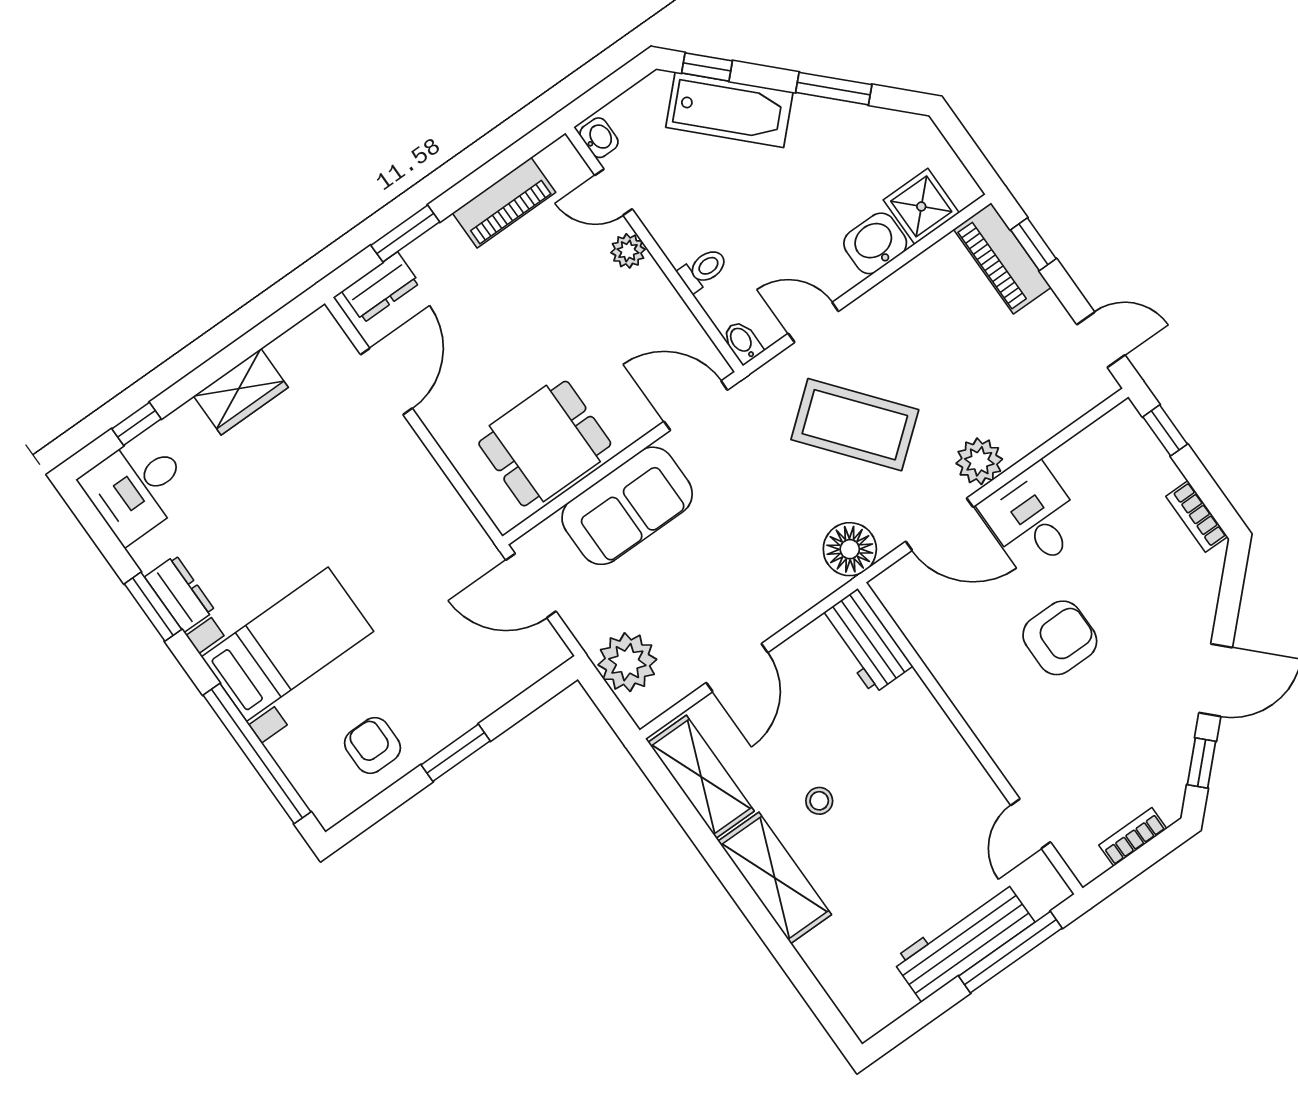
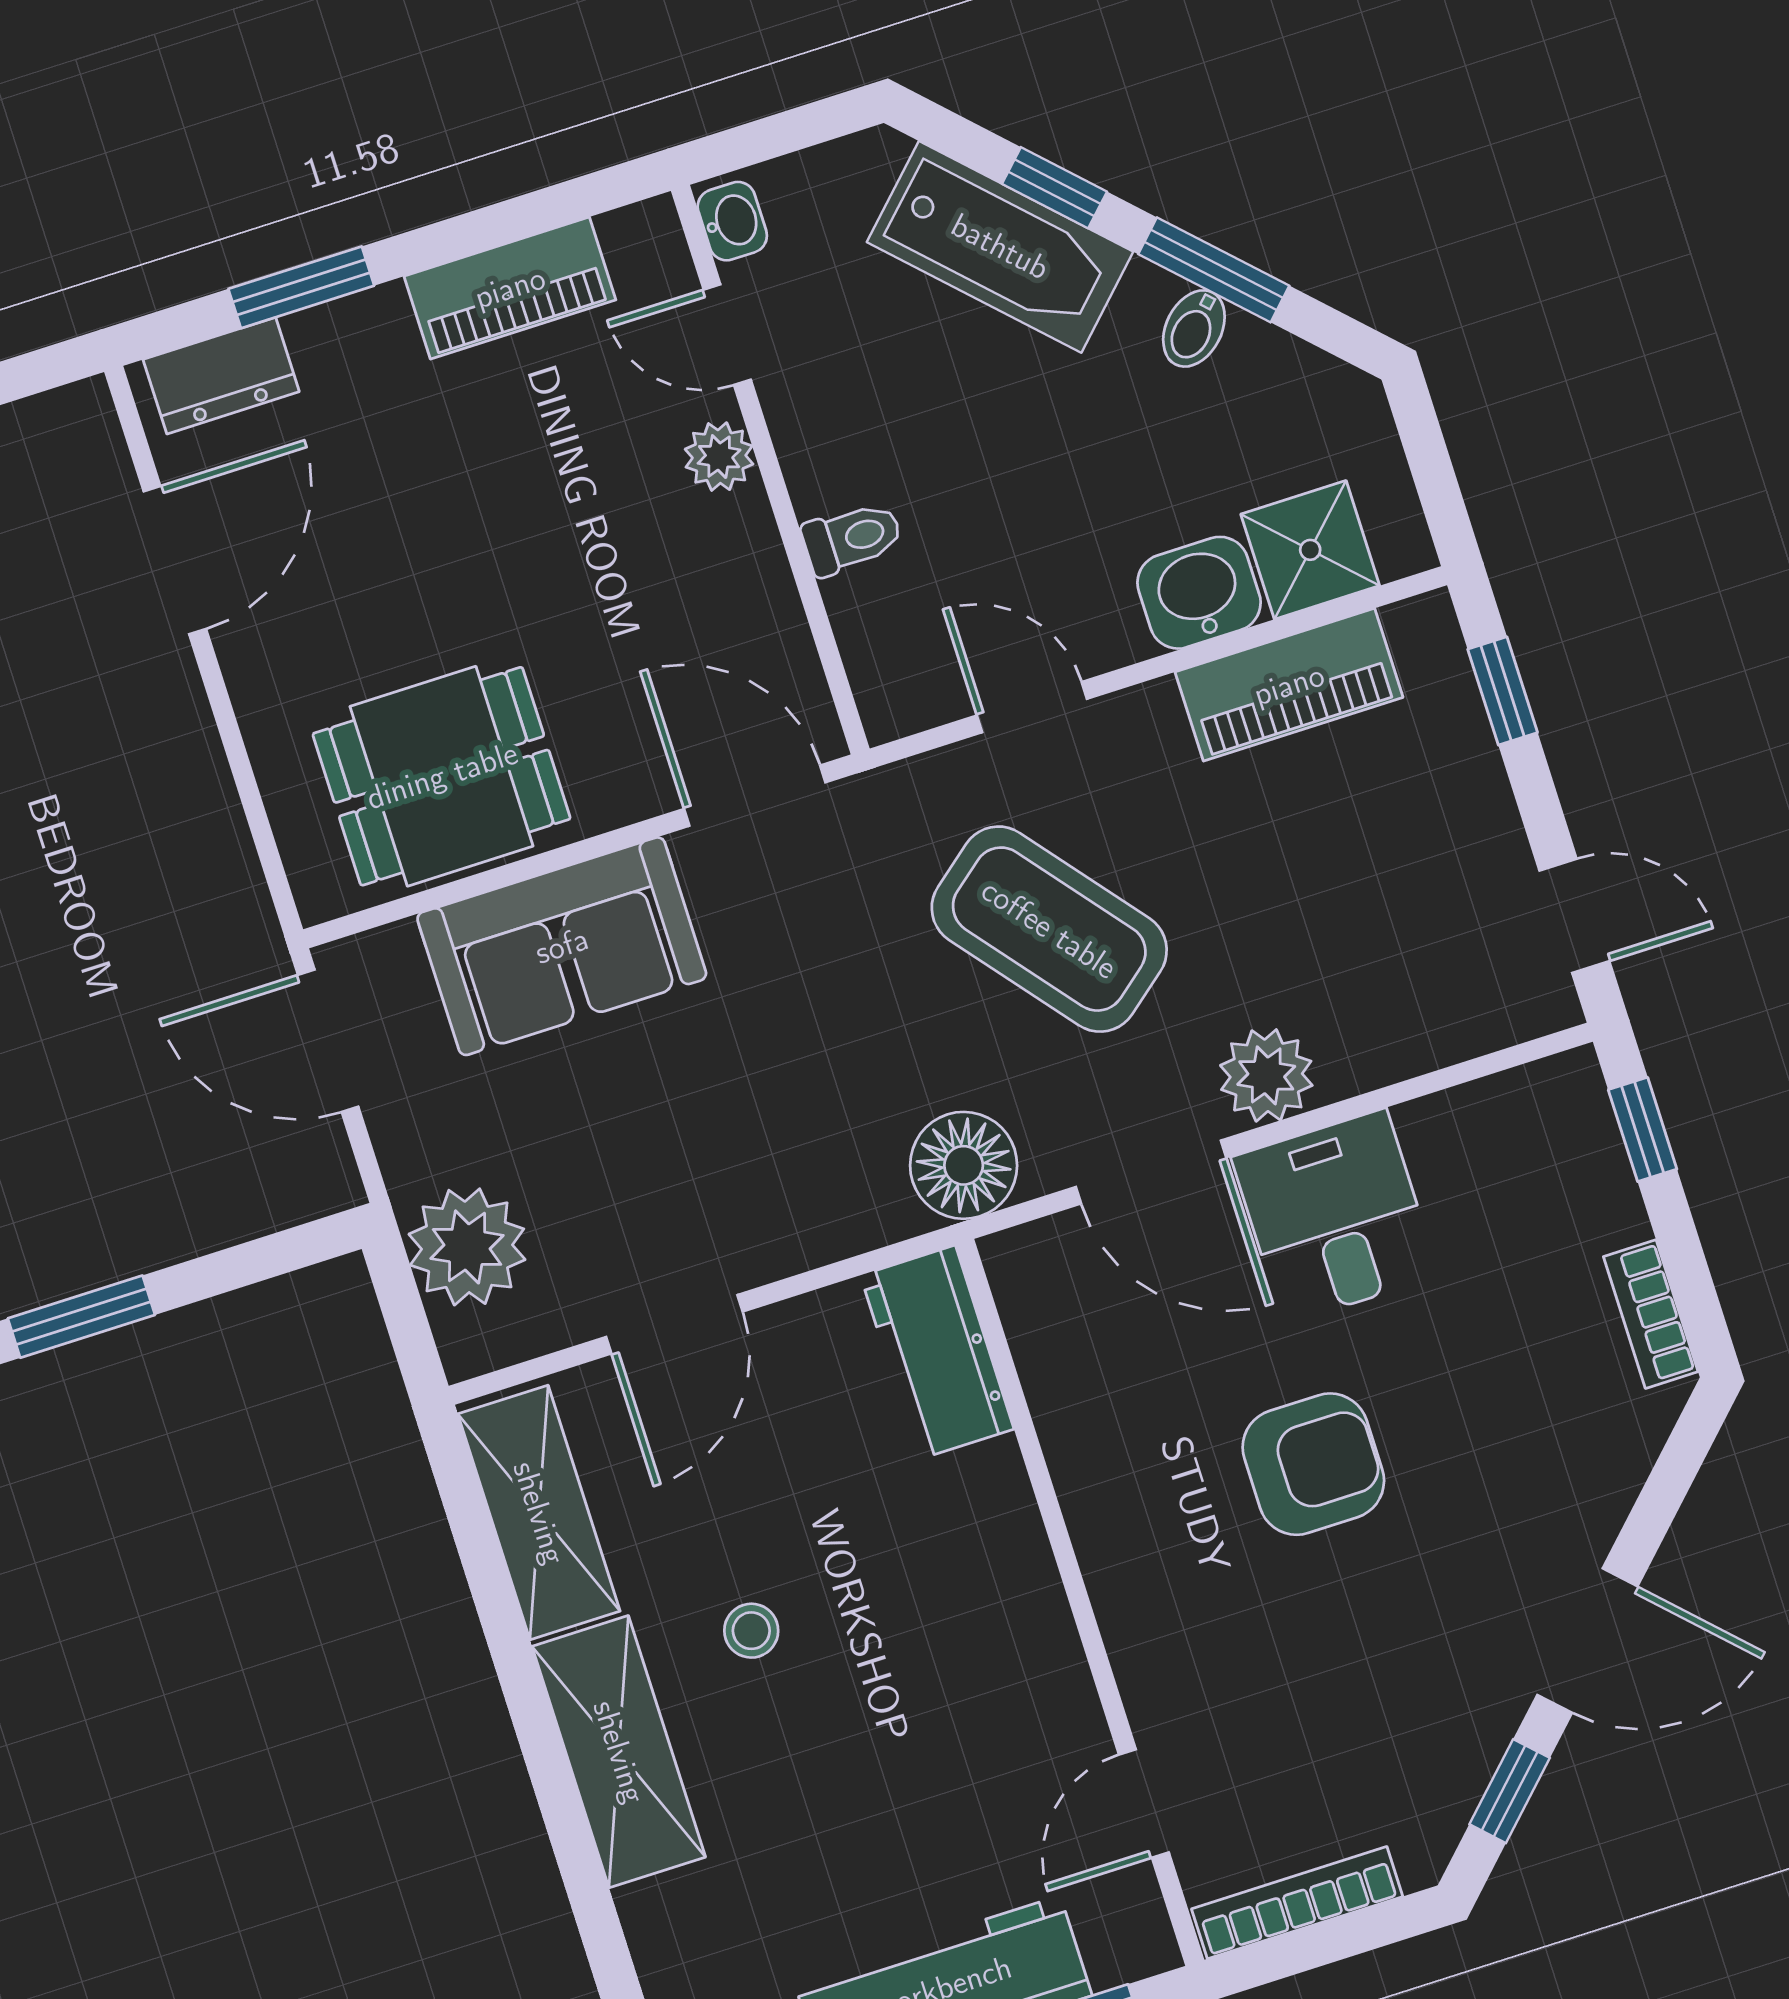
window: (707, 67) -> (1054, 188), moved
piano: (1002, 258) -> (1289, 685), moved, turned -90
bidet: (742, 342) -> (1194, 328), moved, turned -135
bookcase: (1133, 837) -> (1297, 1903), width x1.56

